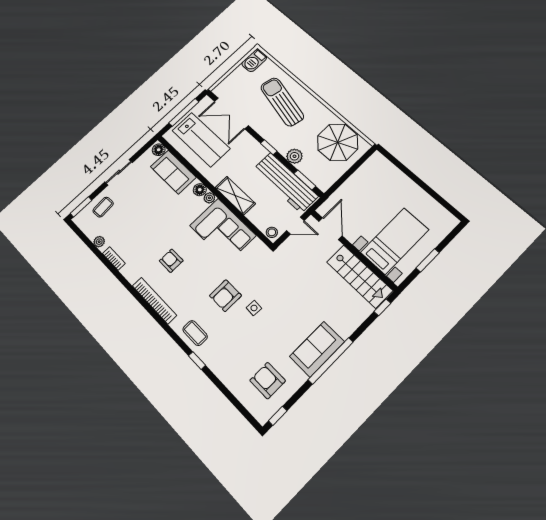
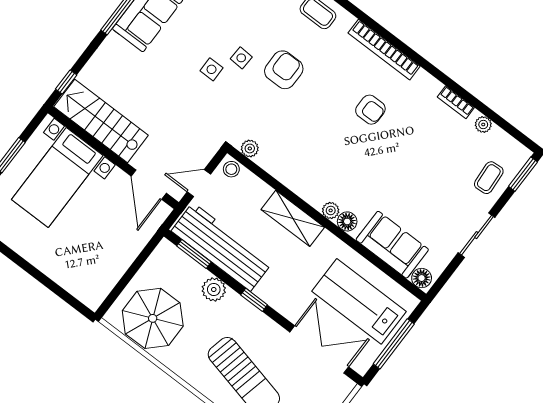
corner sofa: (223, 231) -> (303, 163), removed
plant: (257, 245) -> (250, 148), added
side table: (276, 303) -> (212, 69), added

